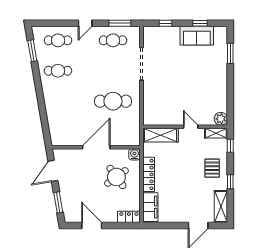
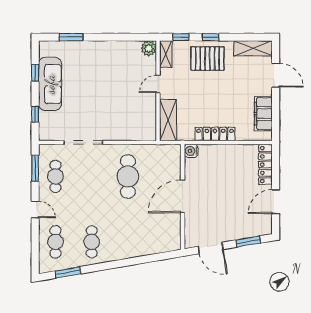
sofa: (197, 36) -> (50, 84), width x1.36
door: (96, 147) -> (183, 196), hinge flipped
pallet: (212, 168) -> (207, 59), width x1.50, depth x1.42
round table: (116, 177) -> (218, 172), removed
window: (230, 182) -> (211, 37), moved
filing cabinet: (150, 207) -> (263, 114), moved, turned -90
locker: (129, 217) -> (265, 165), width x1.53

